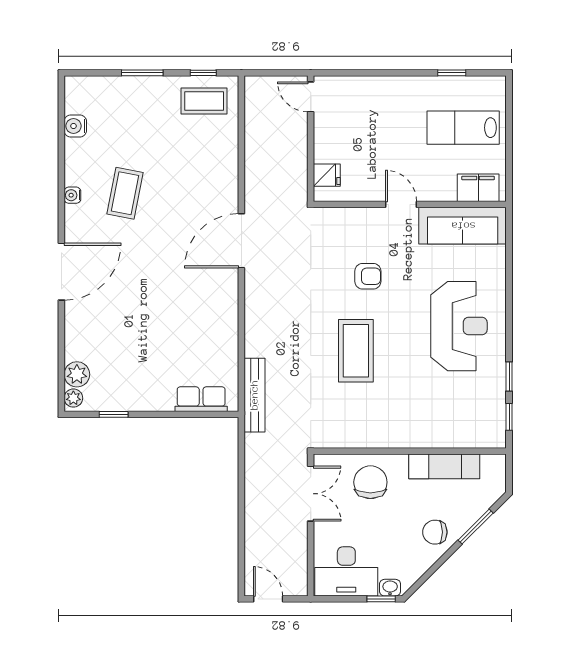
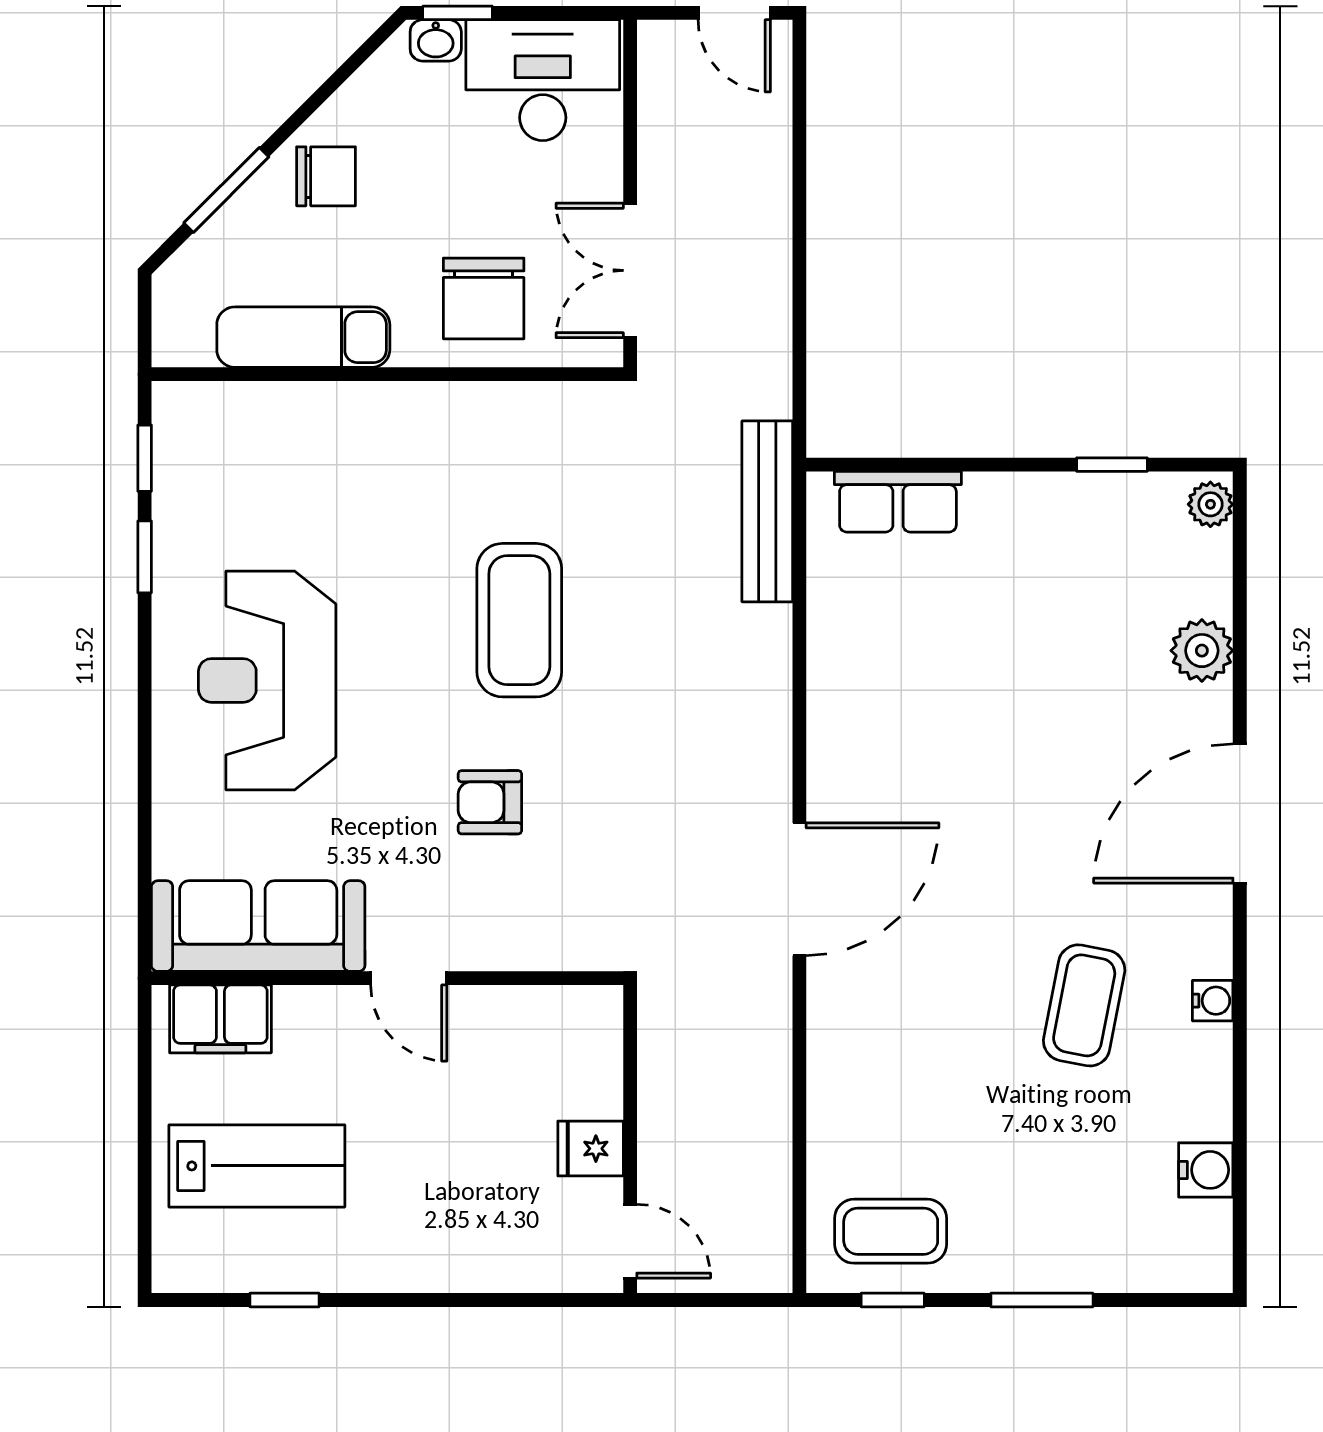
fridge: (327, 175) -> (591, 1149), moved
plant: (77, 374) -> (1202, 651), moved

